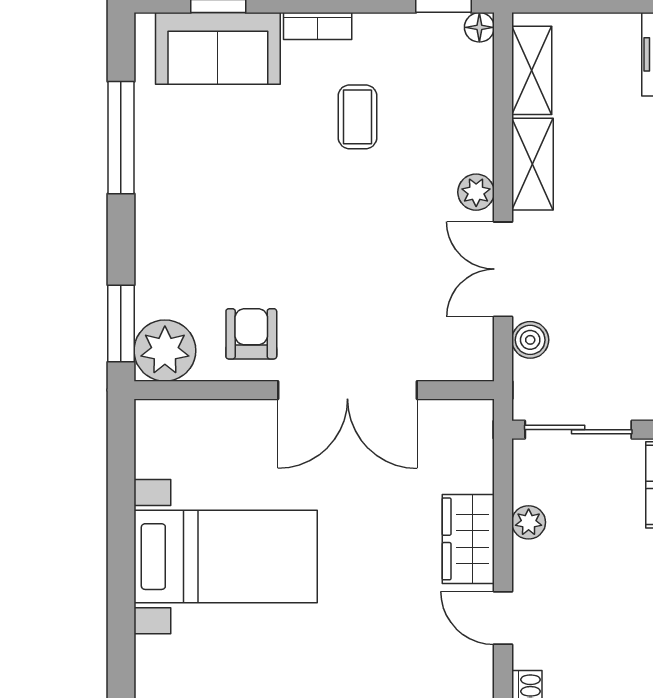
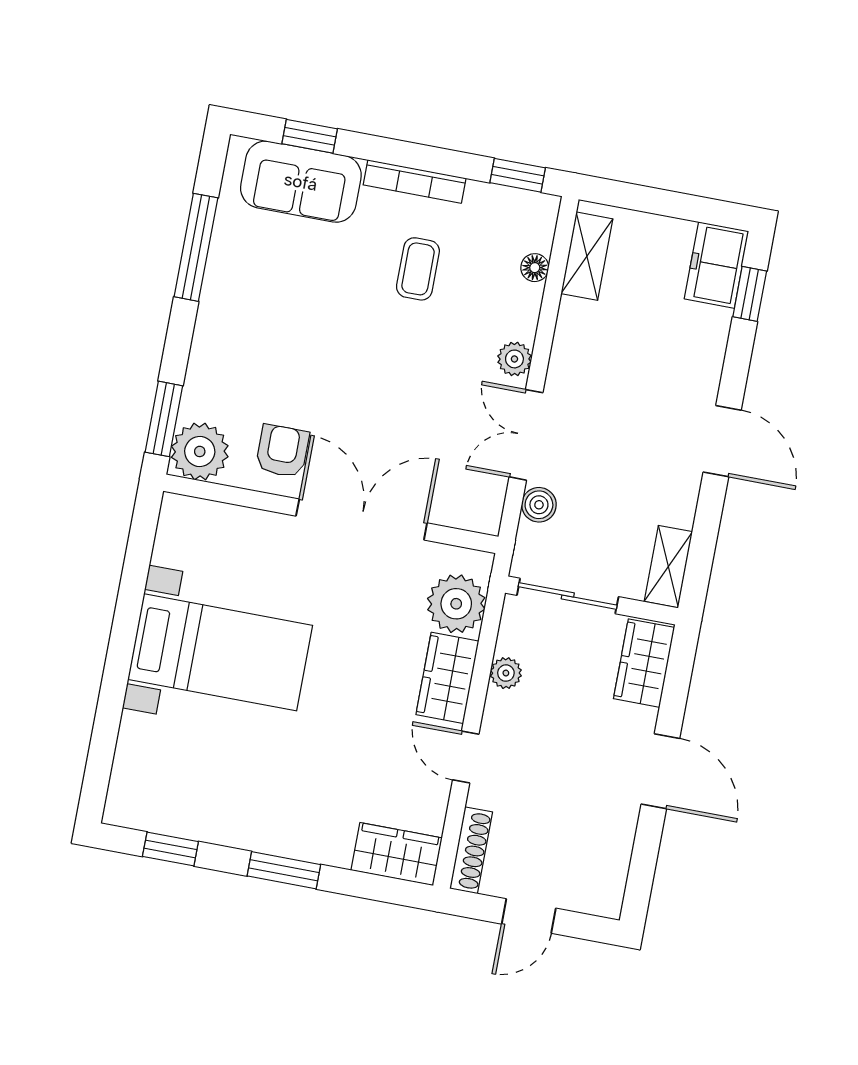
bookcase: (318, 26) -> (415, 182), width x1.56
floor lamp: (479, 27) -> (535, 268), moved
shelving: (532, 164) -> (571, 343), removed
double door: (347, 390) -> (362, 520), swing flipped
plant: (463, 460) -> (456, 604), added

